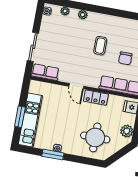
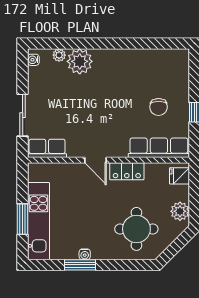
plant: (83, 15) -> (80, 61), width x1.87, depth x1.87
coffee table: (100, 46) -> (119, 95), removed

